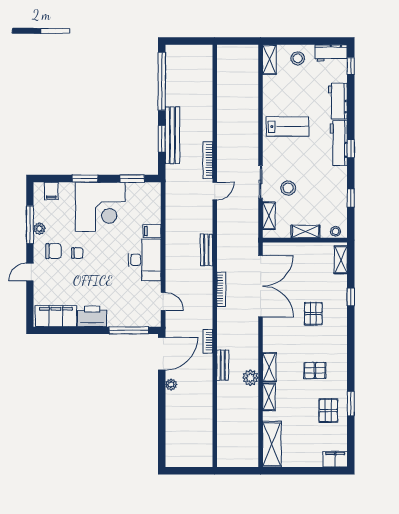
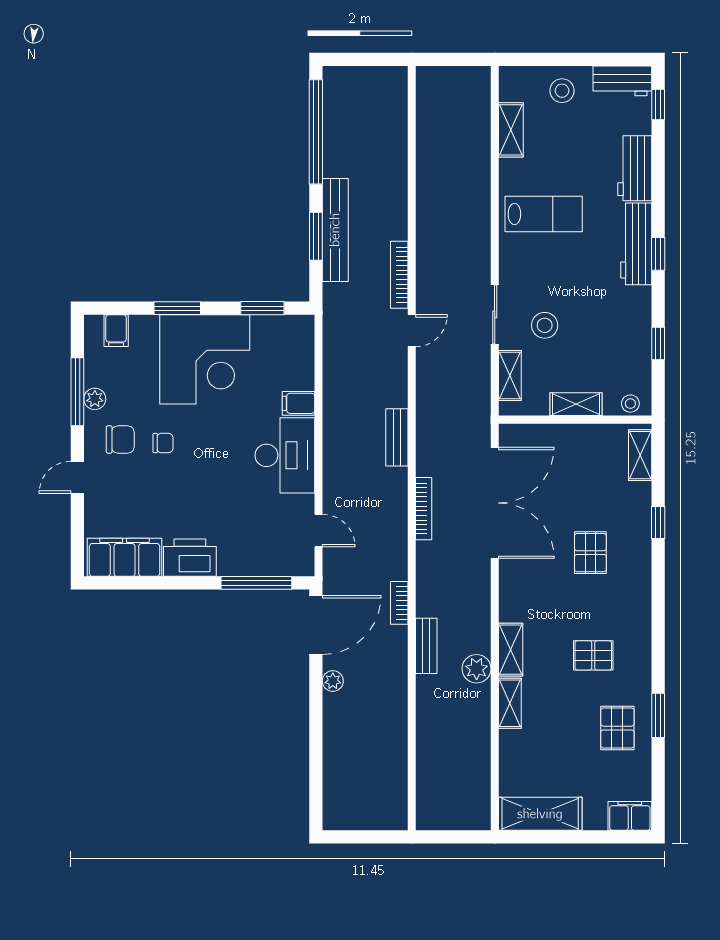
shelving: (269, 60) -> (511, 130), moved
shelving: (272, 444) -> (540, 814), moved, turned 90

